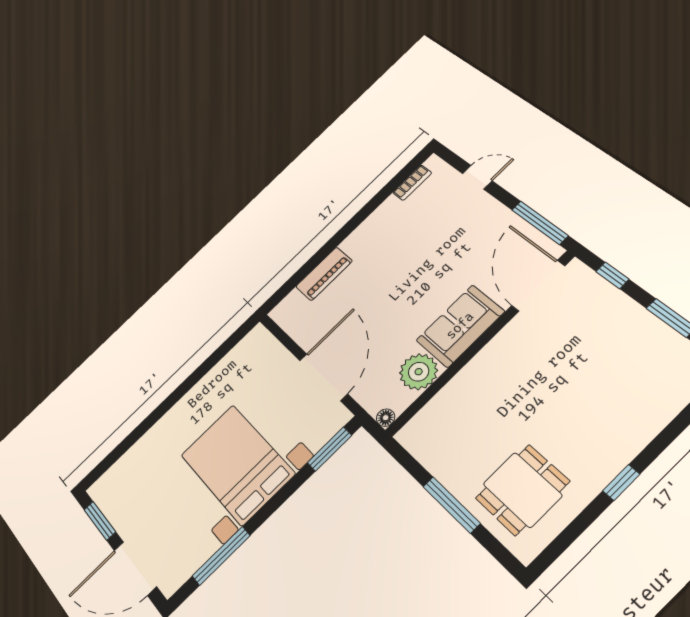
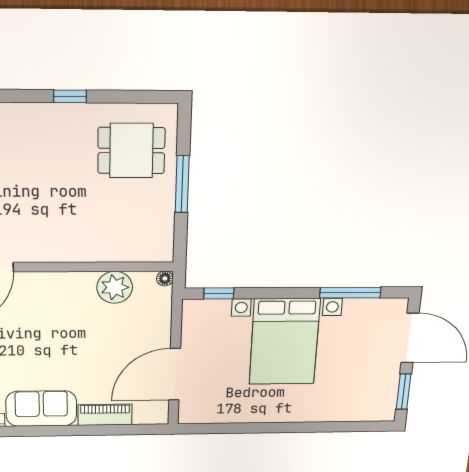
sofa: (460, 326) -> (41, 409), moved, turned 180
door: (323, 377) -> (175, 374), moved
window: (330, 449) -> (219, 293), width x0.67

